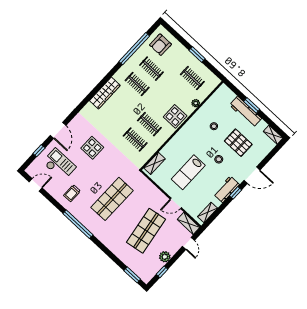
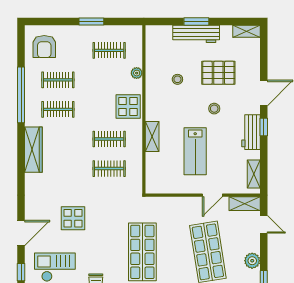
window: (134, 49) -> (21, 95), moved
door: (58, 130) -> (21, 233), hinge flipped
shelving: (155, 163) -> (152, 136), moved

